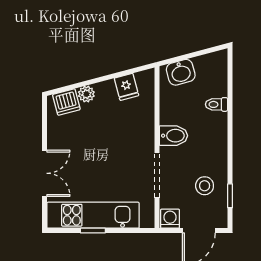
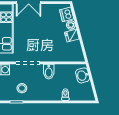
fridge: (126, 87) -> (72, 36), moved

